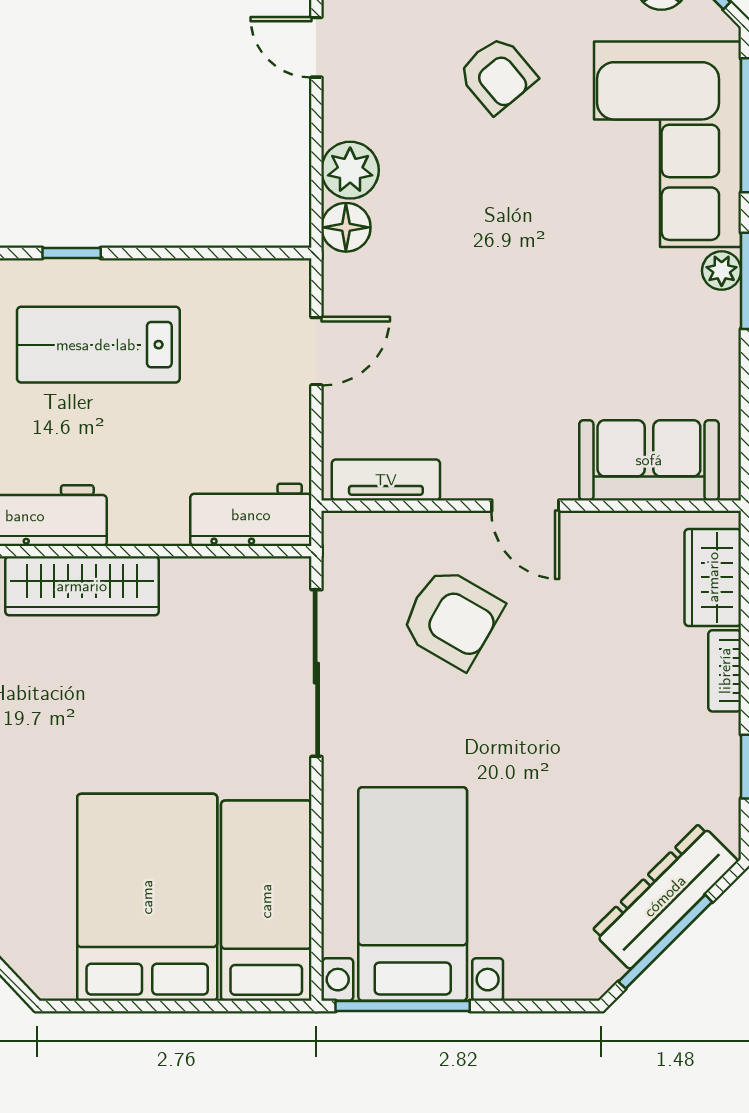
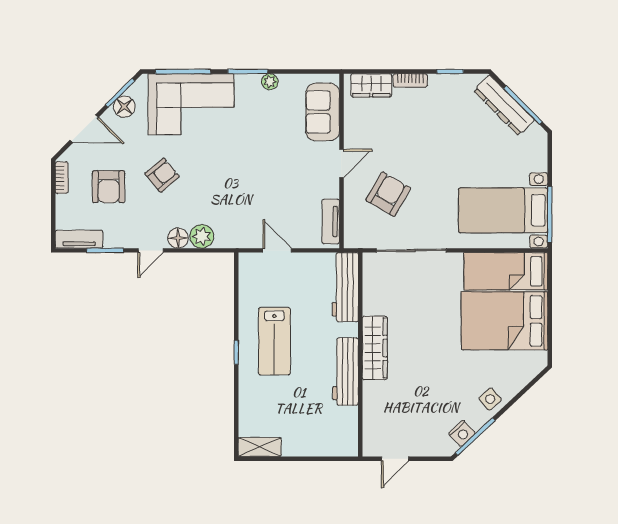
floor lamp: (346, 227) -> (178, 238), moved
plant: (722, 271) -> (270, 82), moved
workbench: (251, 515) -> (345, 287), width x1.38

